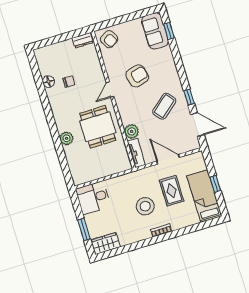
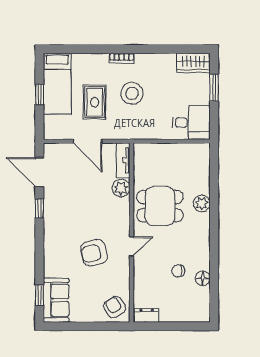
coffee table: (164, 106) -> (73, 206), removed
dining table: (98, 127) -> (160, 206), turned 90

